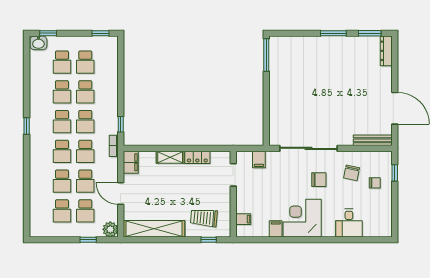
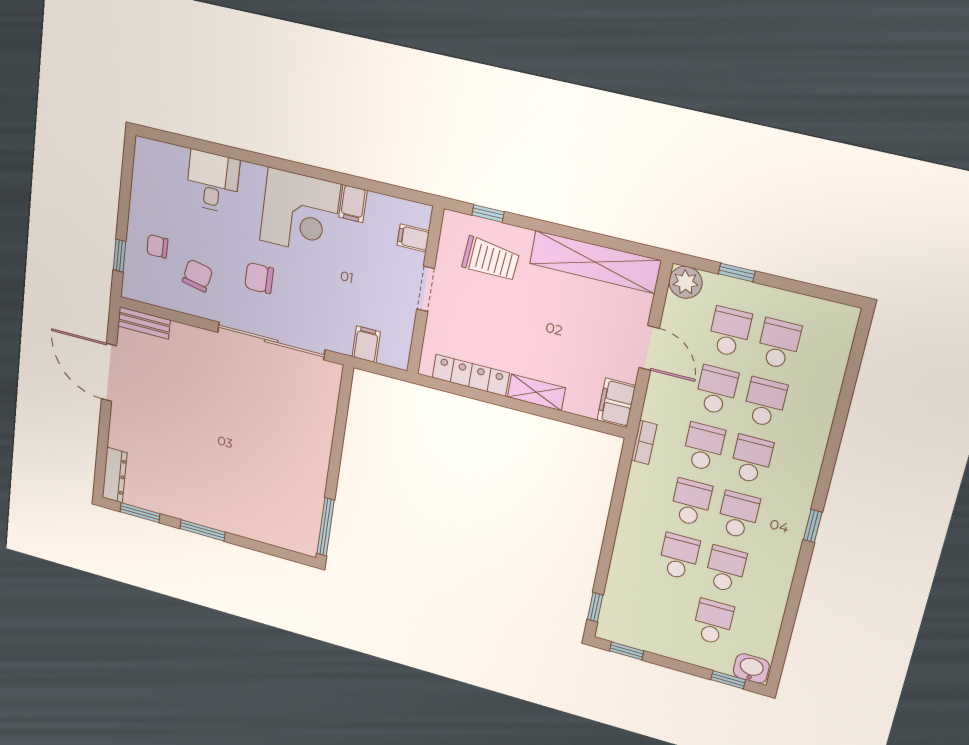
school desk: (85, 62) -> (667, 609), removed
window: (121, 124) -> (595, 607), moved
bench: (373, 140) -> (144, 323), width x0.73
locker: (197, 157) -> (471, 375), width x1.53
doorway: (233, 175) -> (426, 289), moved

